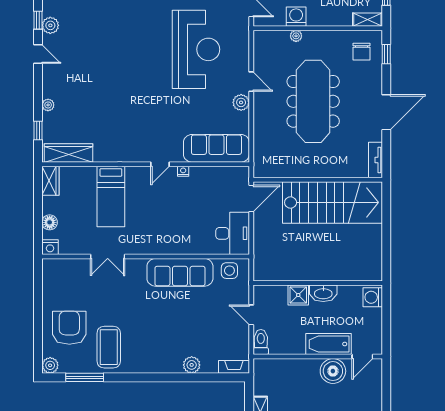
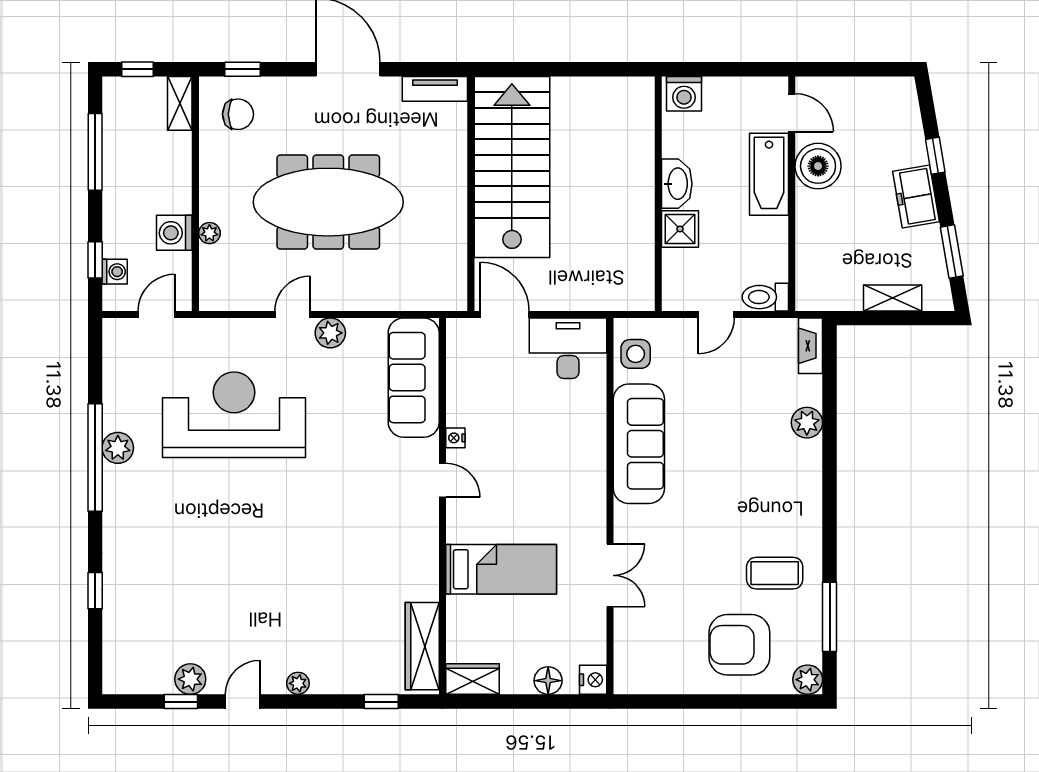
plant: (48, 105) -> (298, 683), moved
coffee table: (109, 347) -> (775, 573), width x0.73, depth x0.76

